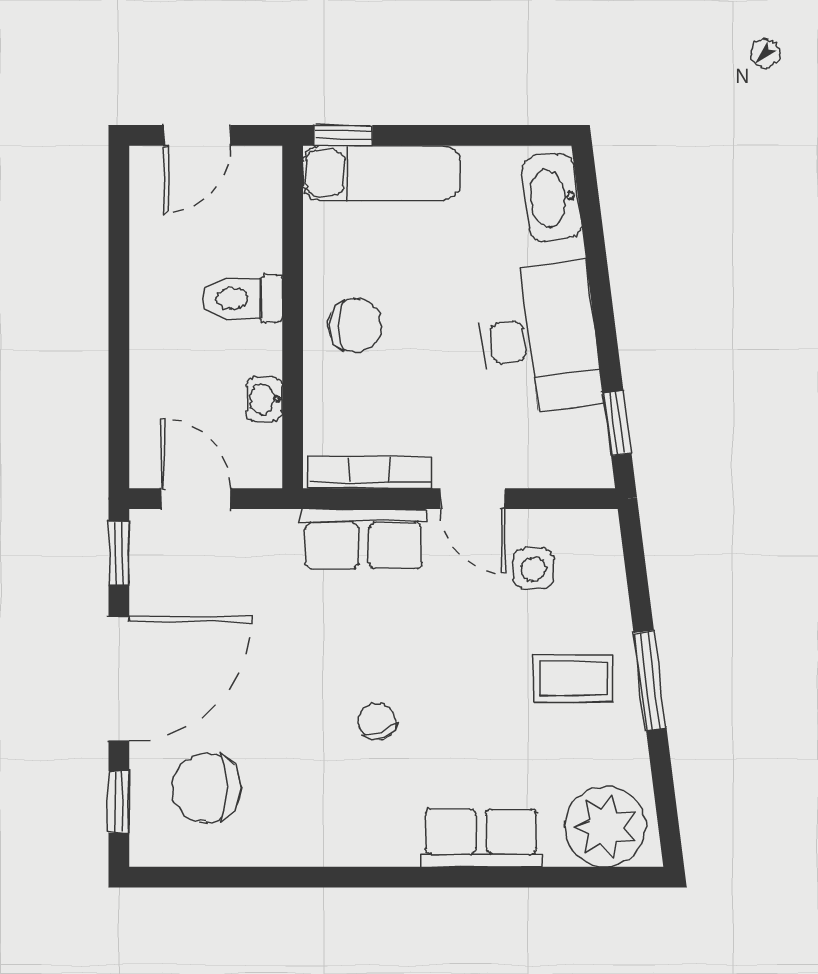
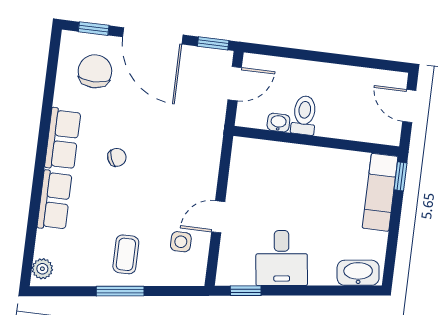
toilet: (243, 298) -> (304, 115), moved
chair: (355, 325) -> (308, 171), removed
desk: (539, 339) -> (282, 258), width x0.73
bookcase: (370, 473) -> (237, 169), removed
row of seats: (363, 539) -> (63, 139), moved, turned 180
plant: (605, 827) -> (42, 269), width x0.53, depth x0.53

